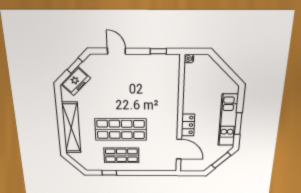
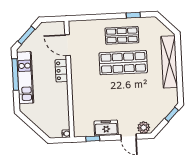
plant: (99, 61) -> (144, 128), added
window: (75, 66) -> (172, 114), moved
freezer: (76, 81) -> (106, 128), moved, turned 45
window: (238, 124) -> (15, 75), width x1.44

